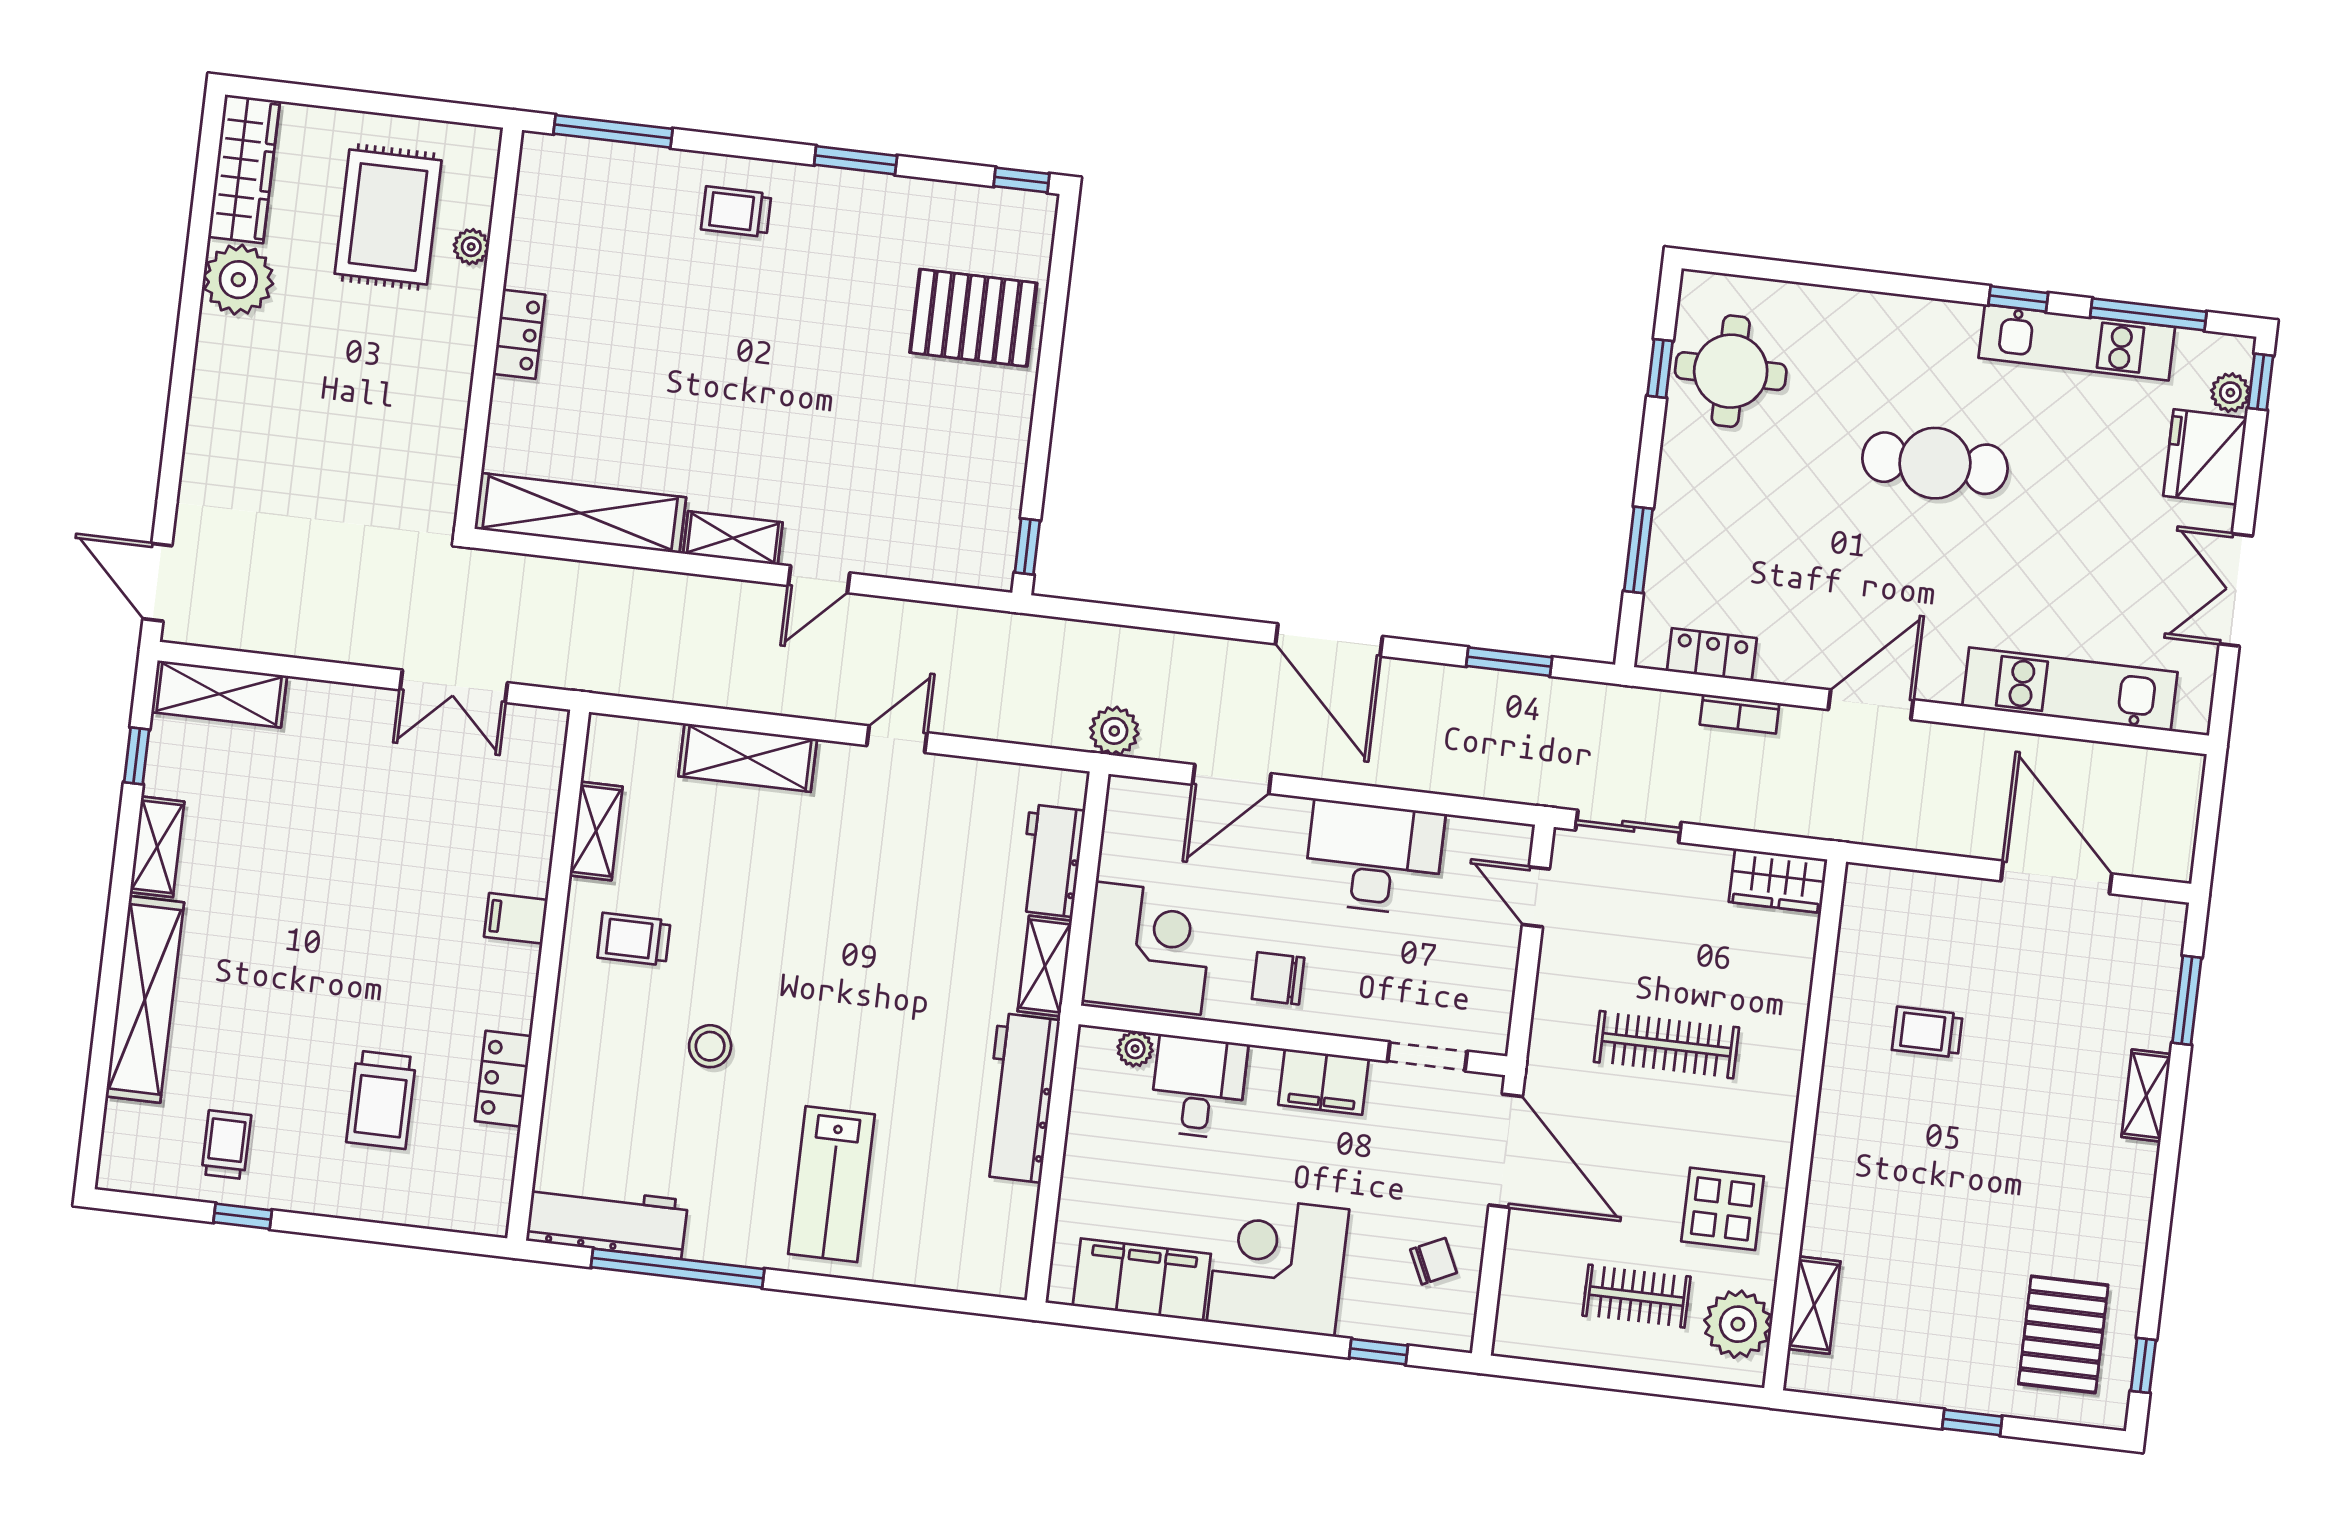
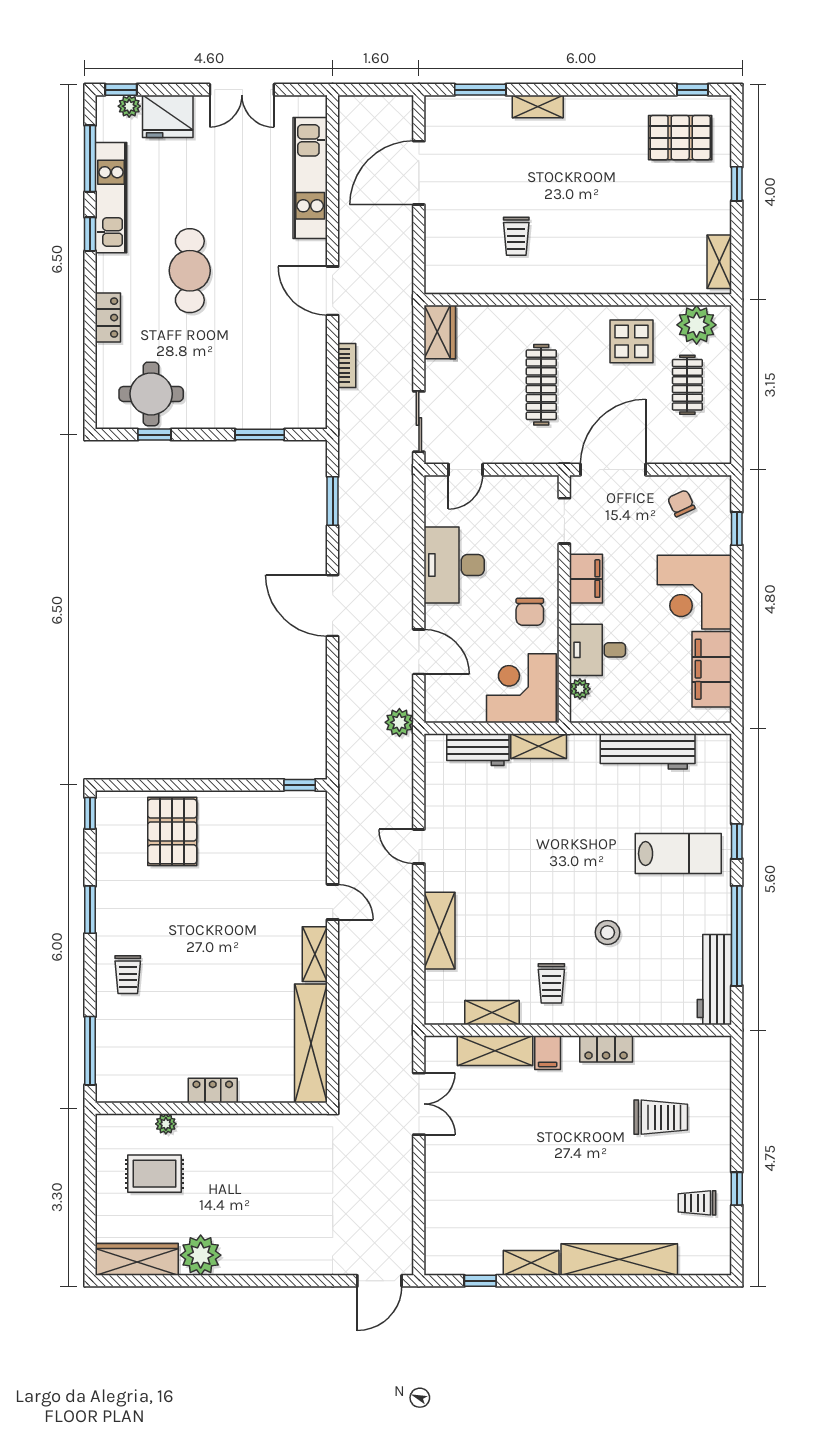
rug: (388, 217) -> (154, 1174), width x0.73, depth x0.70
door: (1329, 640) -> (333, 606), swing flipped
locker: (1712, 655) -> (108, 318), moved, turned 180
shelving: (219, 694) -> (495, 1051), moved, turned 90
locker: (503, 1079) -> (606, 1049), moved
workbench: (1020, 1098) -> (648, 751), moved
window: (840, 1287) -> (737, 841), added
shelving: (1814, 1305) -> (719, 262), moved, turned 90

